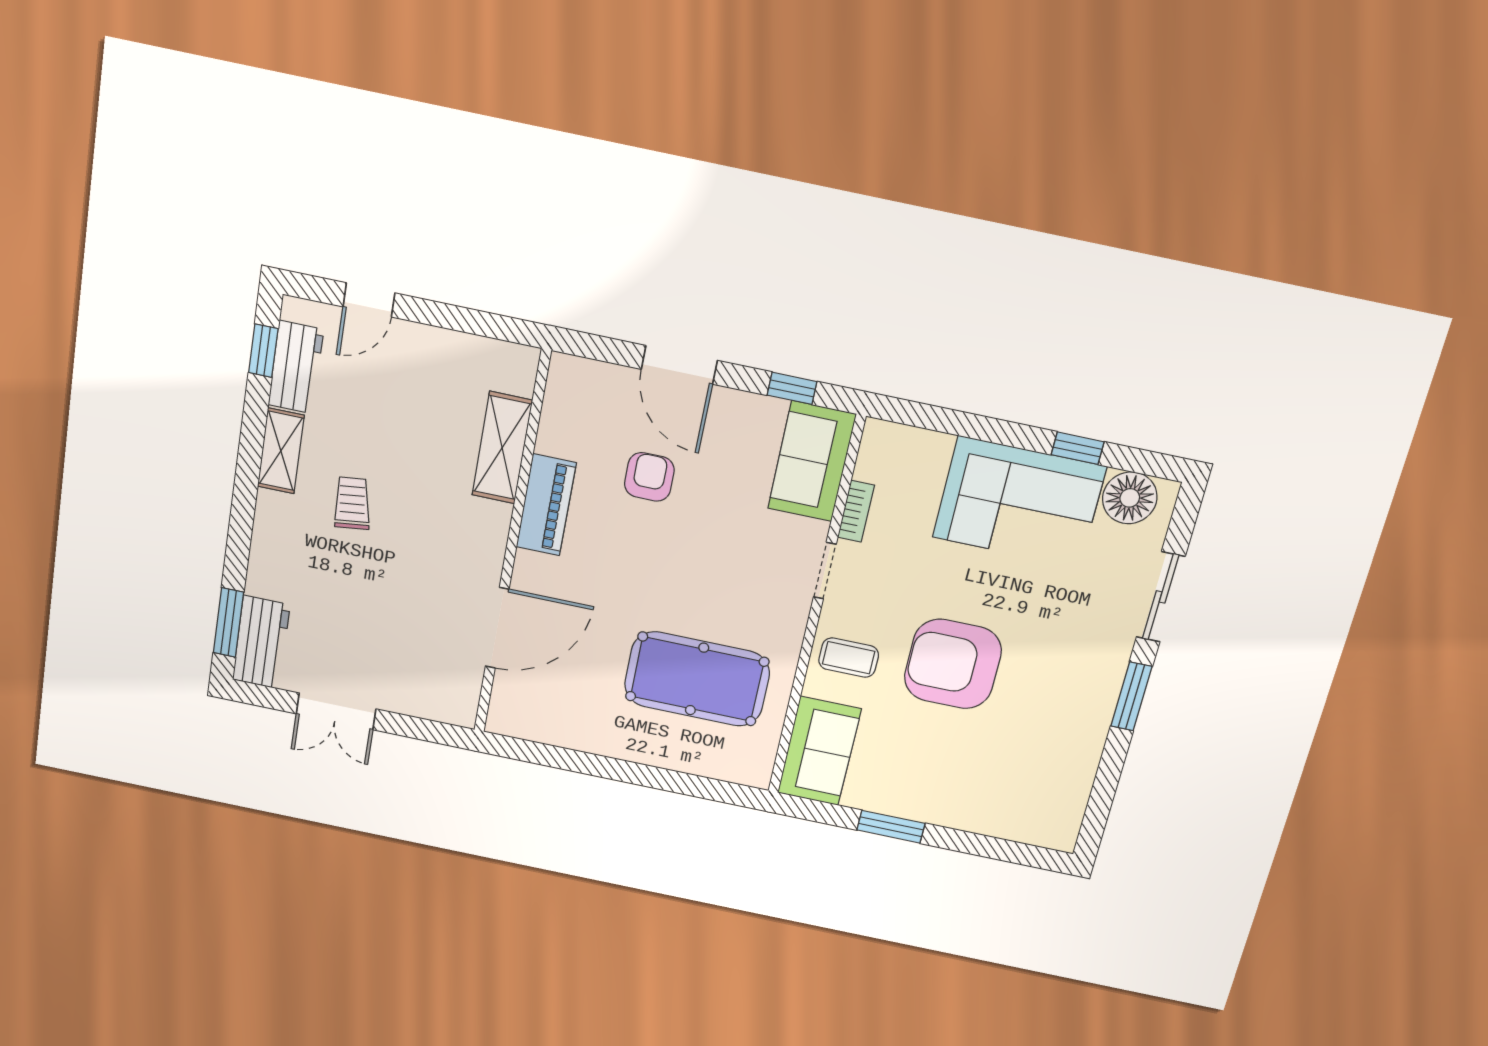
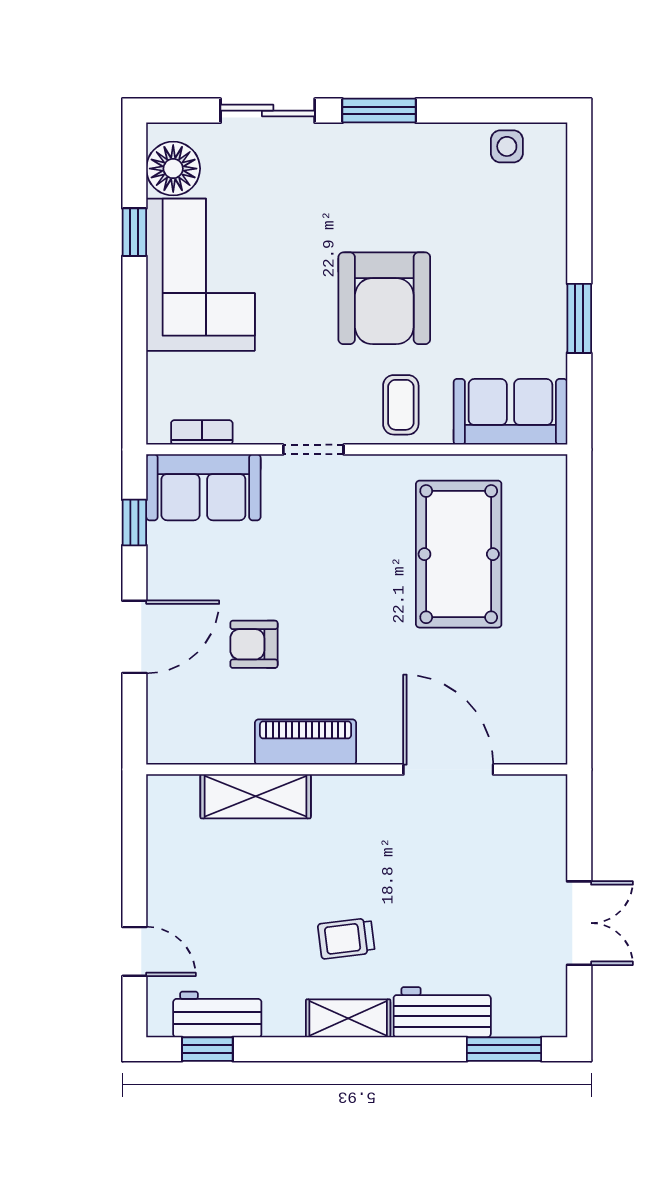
shelving: (281, 451) -> (348, 1018), moved
bookcase: (856, 511) -> (202, 432), moved
workbench: (261, 642) -> (442, 1012), moved
side table: (1066, 799) -> (507, 146), added

